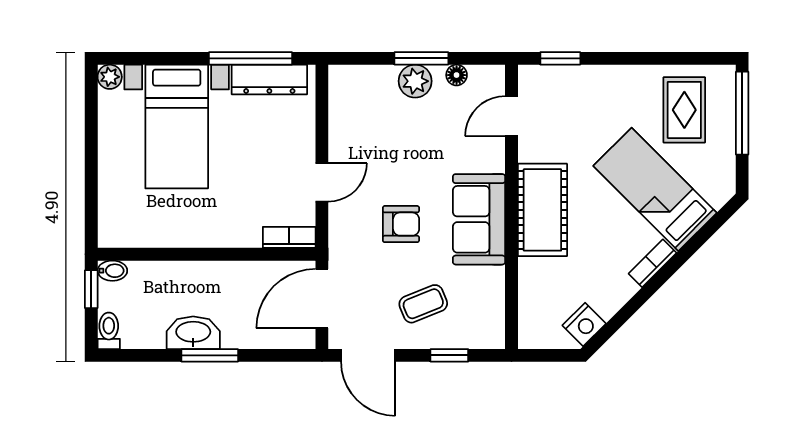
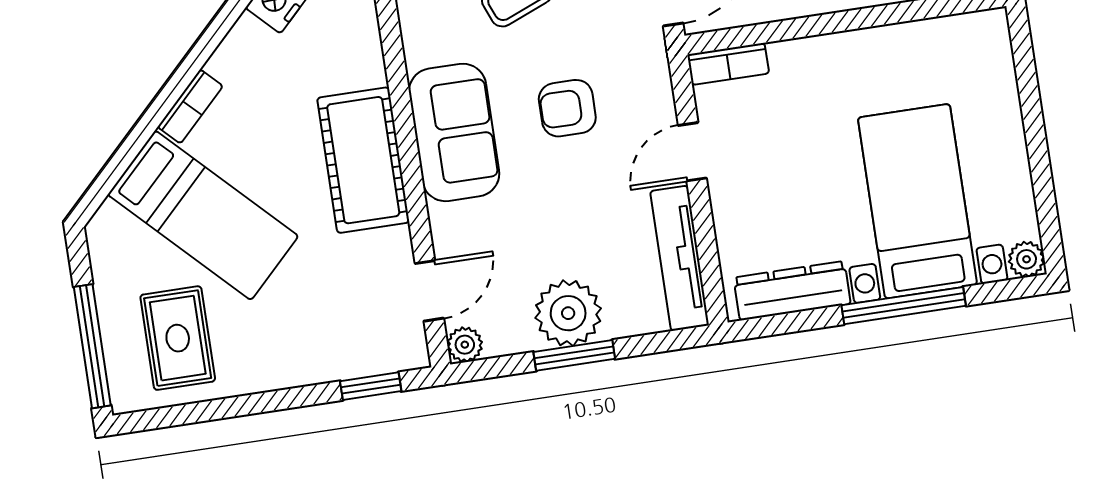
window: (250, 58) -> (904, 306), moved
floor lamp: (457, 75) -> (519, 339), removed
plant: (493, 77) -> (465, 345), added
plant: (415, 81) -> (568, 313), width x1.36, depth x1.36
tv unit: (341, 113) -> (680, 258), added

